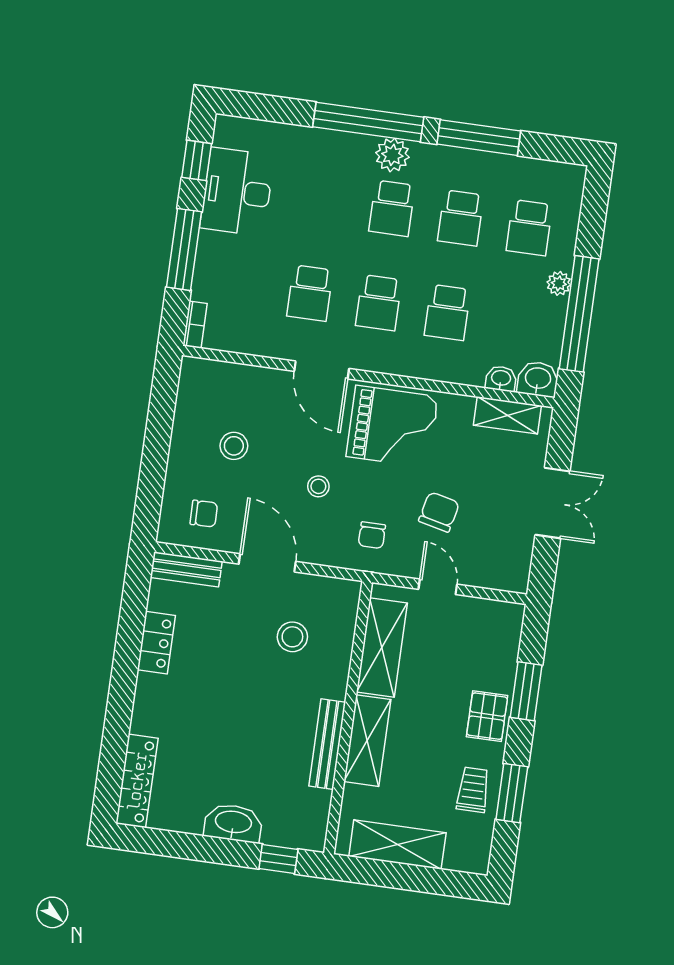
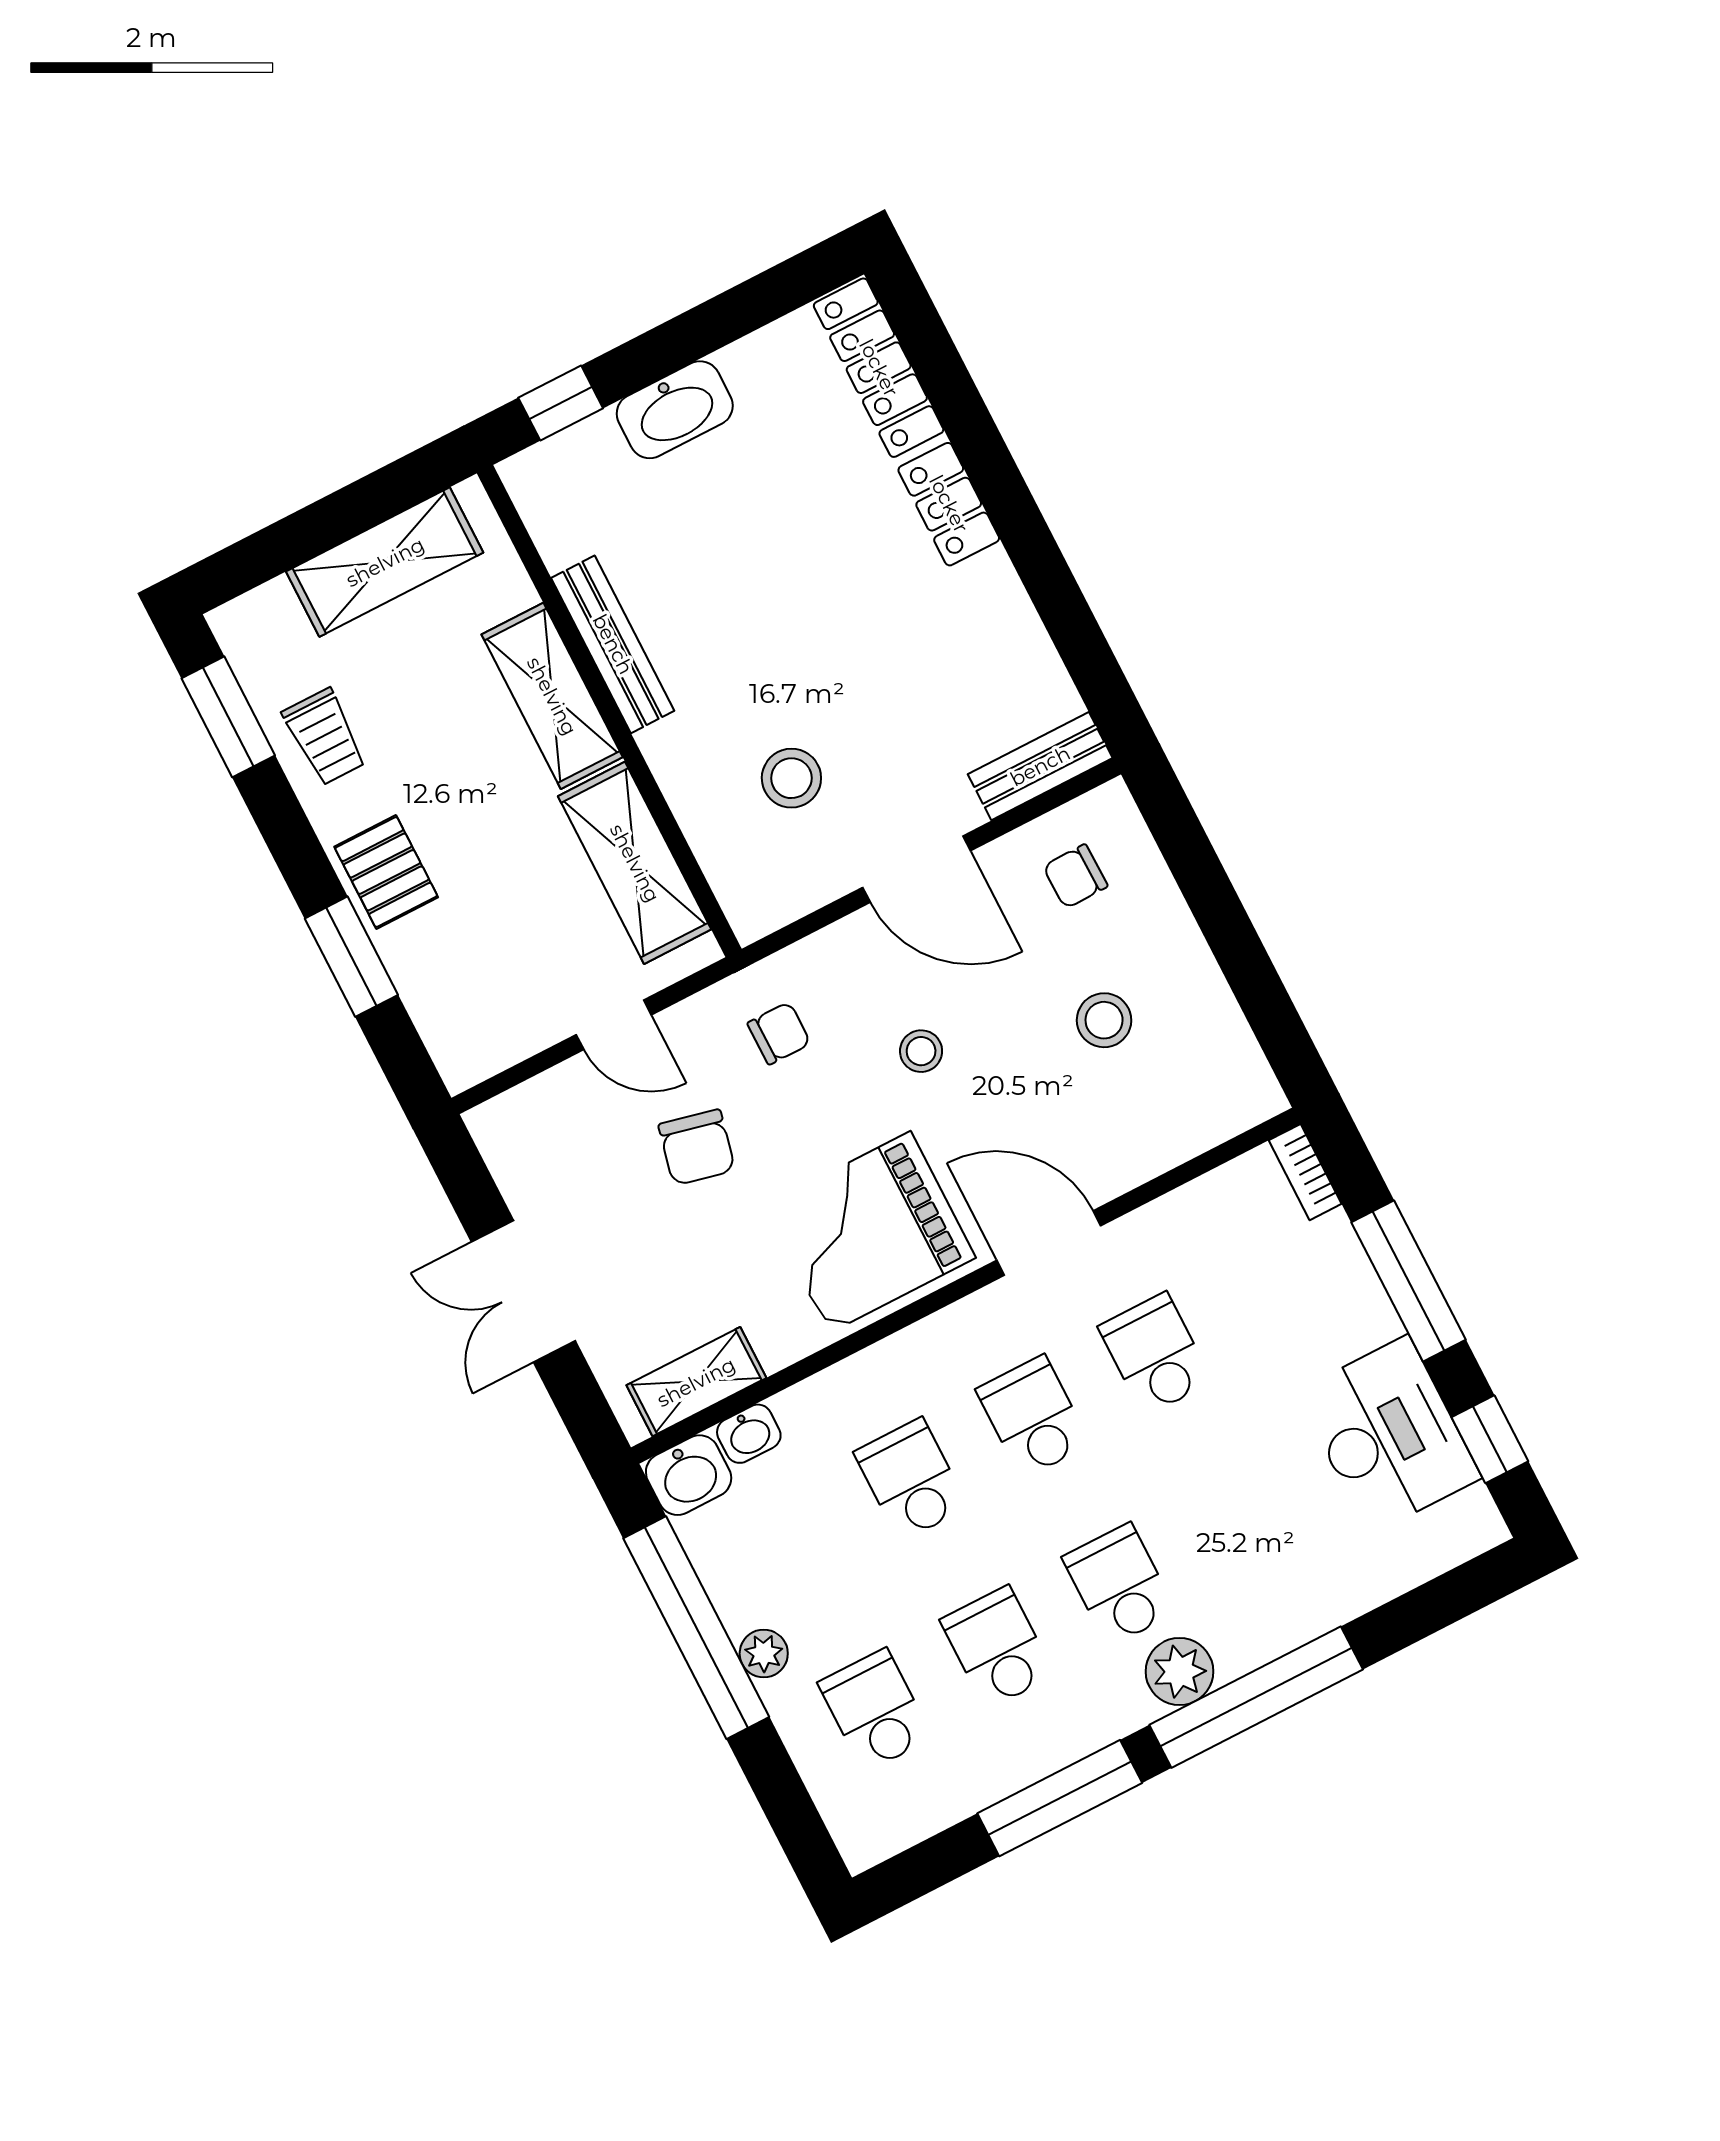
chair: (372, 535) -> (779, 1033), turned 90
locker: (156, 643) -> (949, 504), moved
window: (512, 793) -> (228, 717), moved

